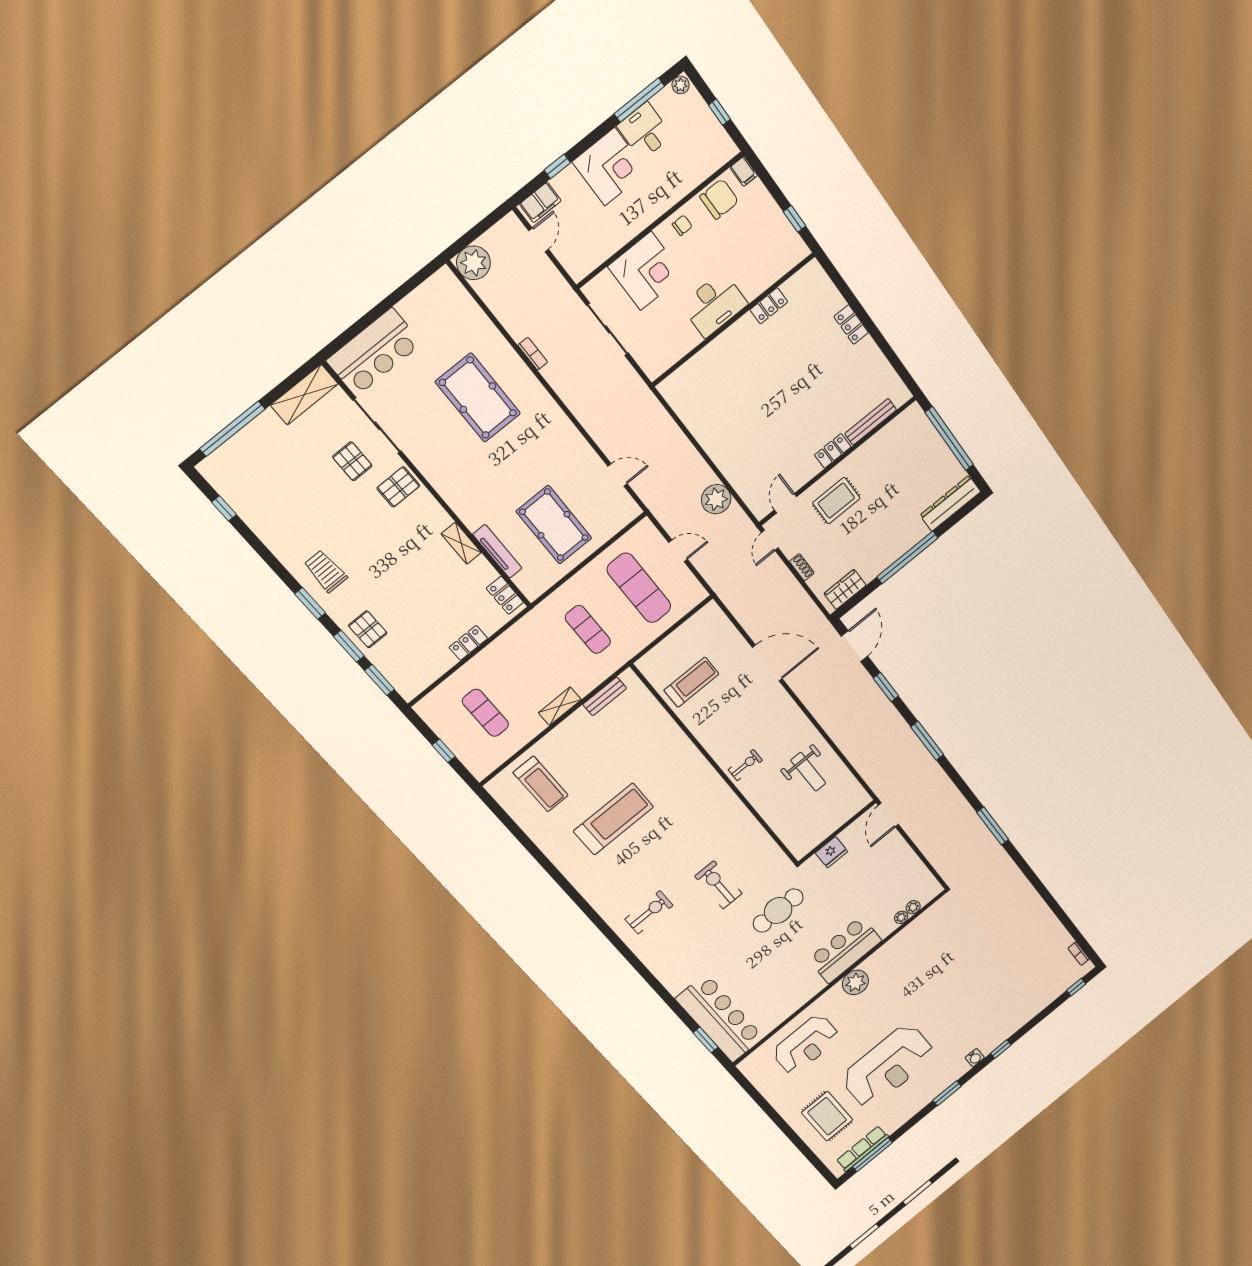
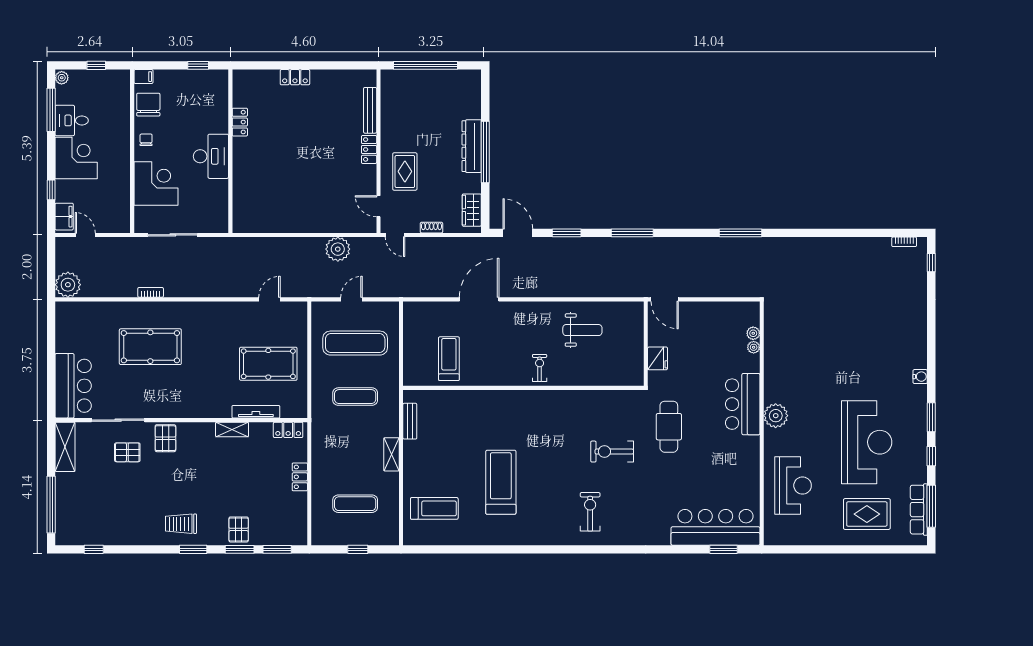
dresser: (950, 503) -> (472, 146), moved
pallet: (368, 629) -> (239, 529), turned 90
window: (1001, 1049) -> (931, 456), moved

